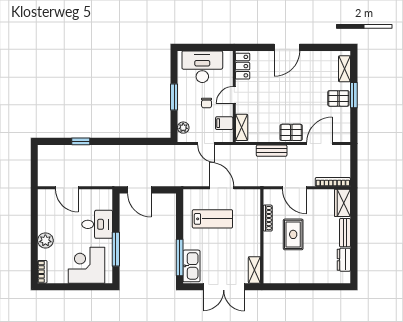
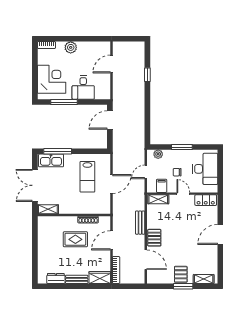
door: (287, 47) -> (220, 234), hinge flipped

